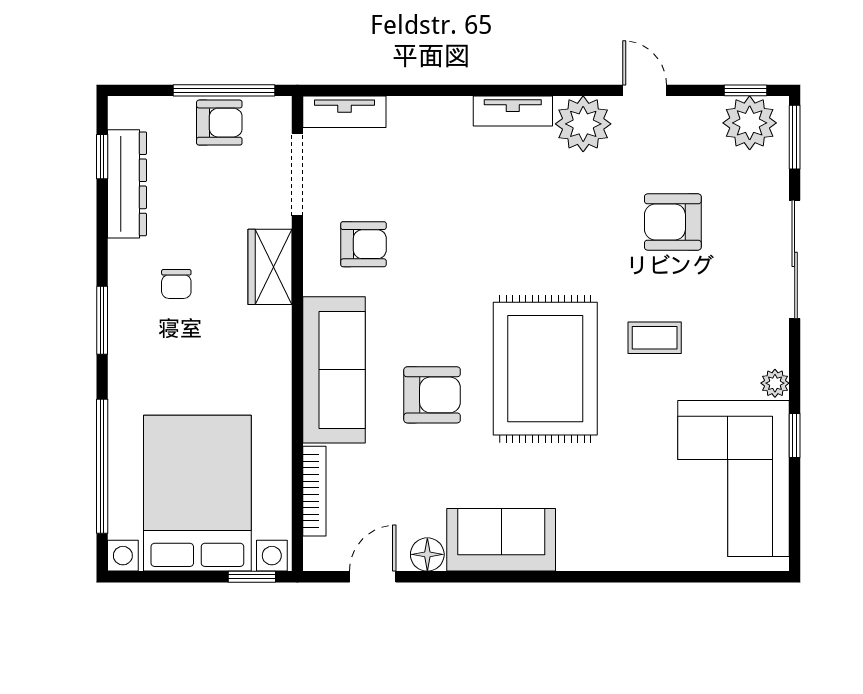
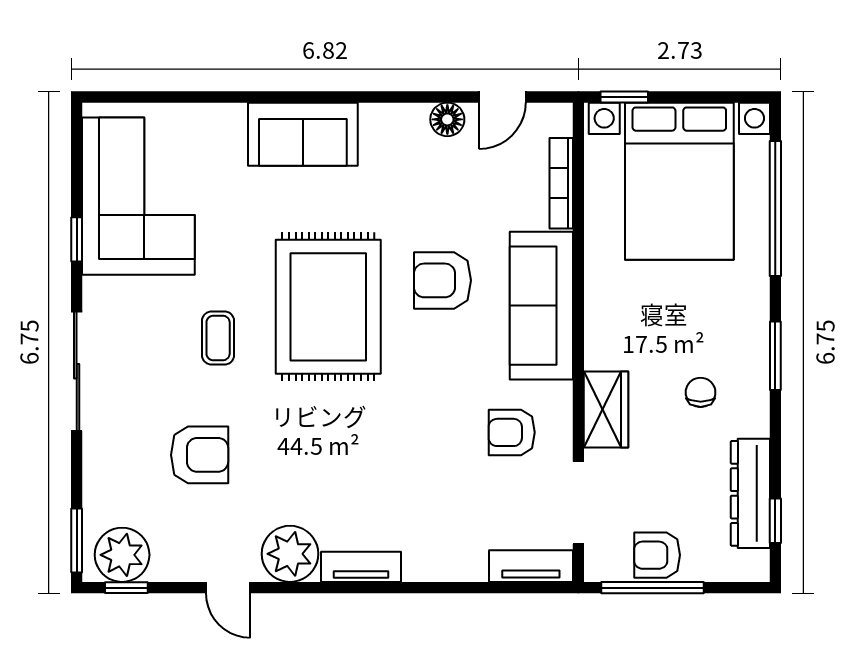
sliding door: (795, 259) -> (77, 371), moved
coffee table: (655, 338) -> (218, 338), turned 90
plant: (775, 383) -> (97, 292), removed
sofa: (501, 540) -> (303, 134), moved

